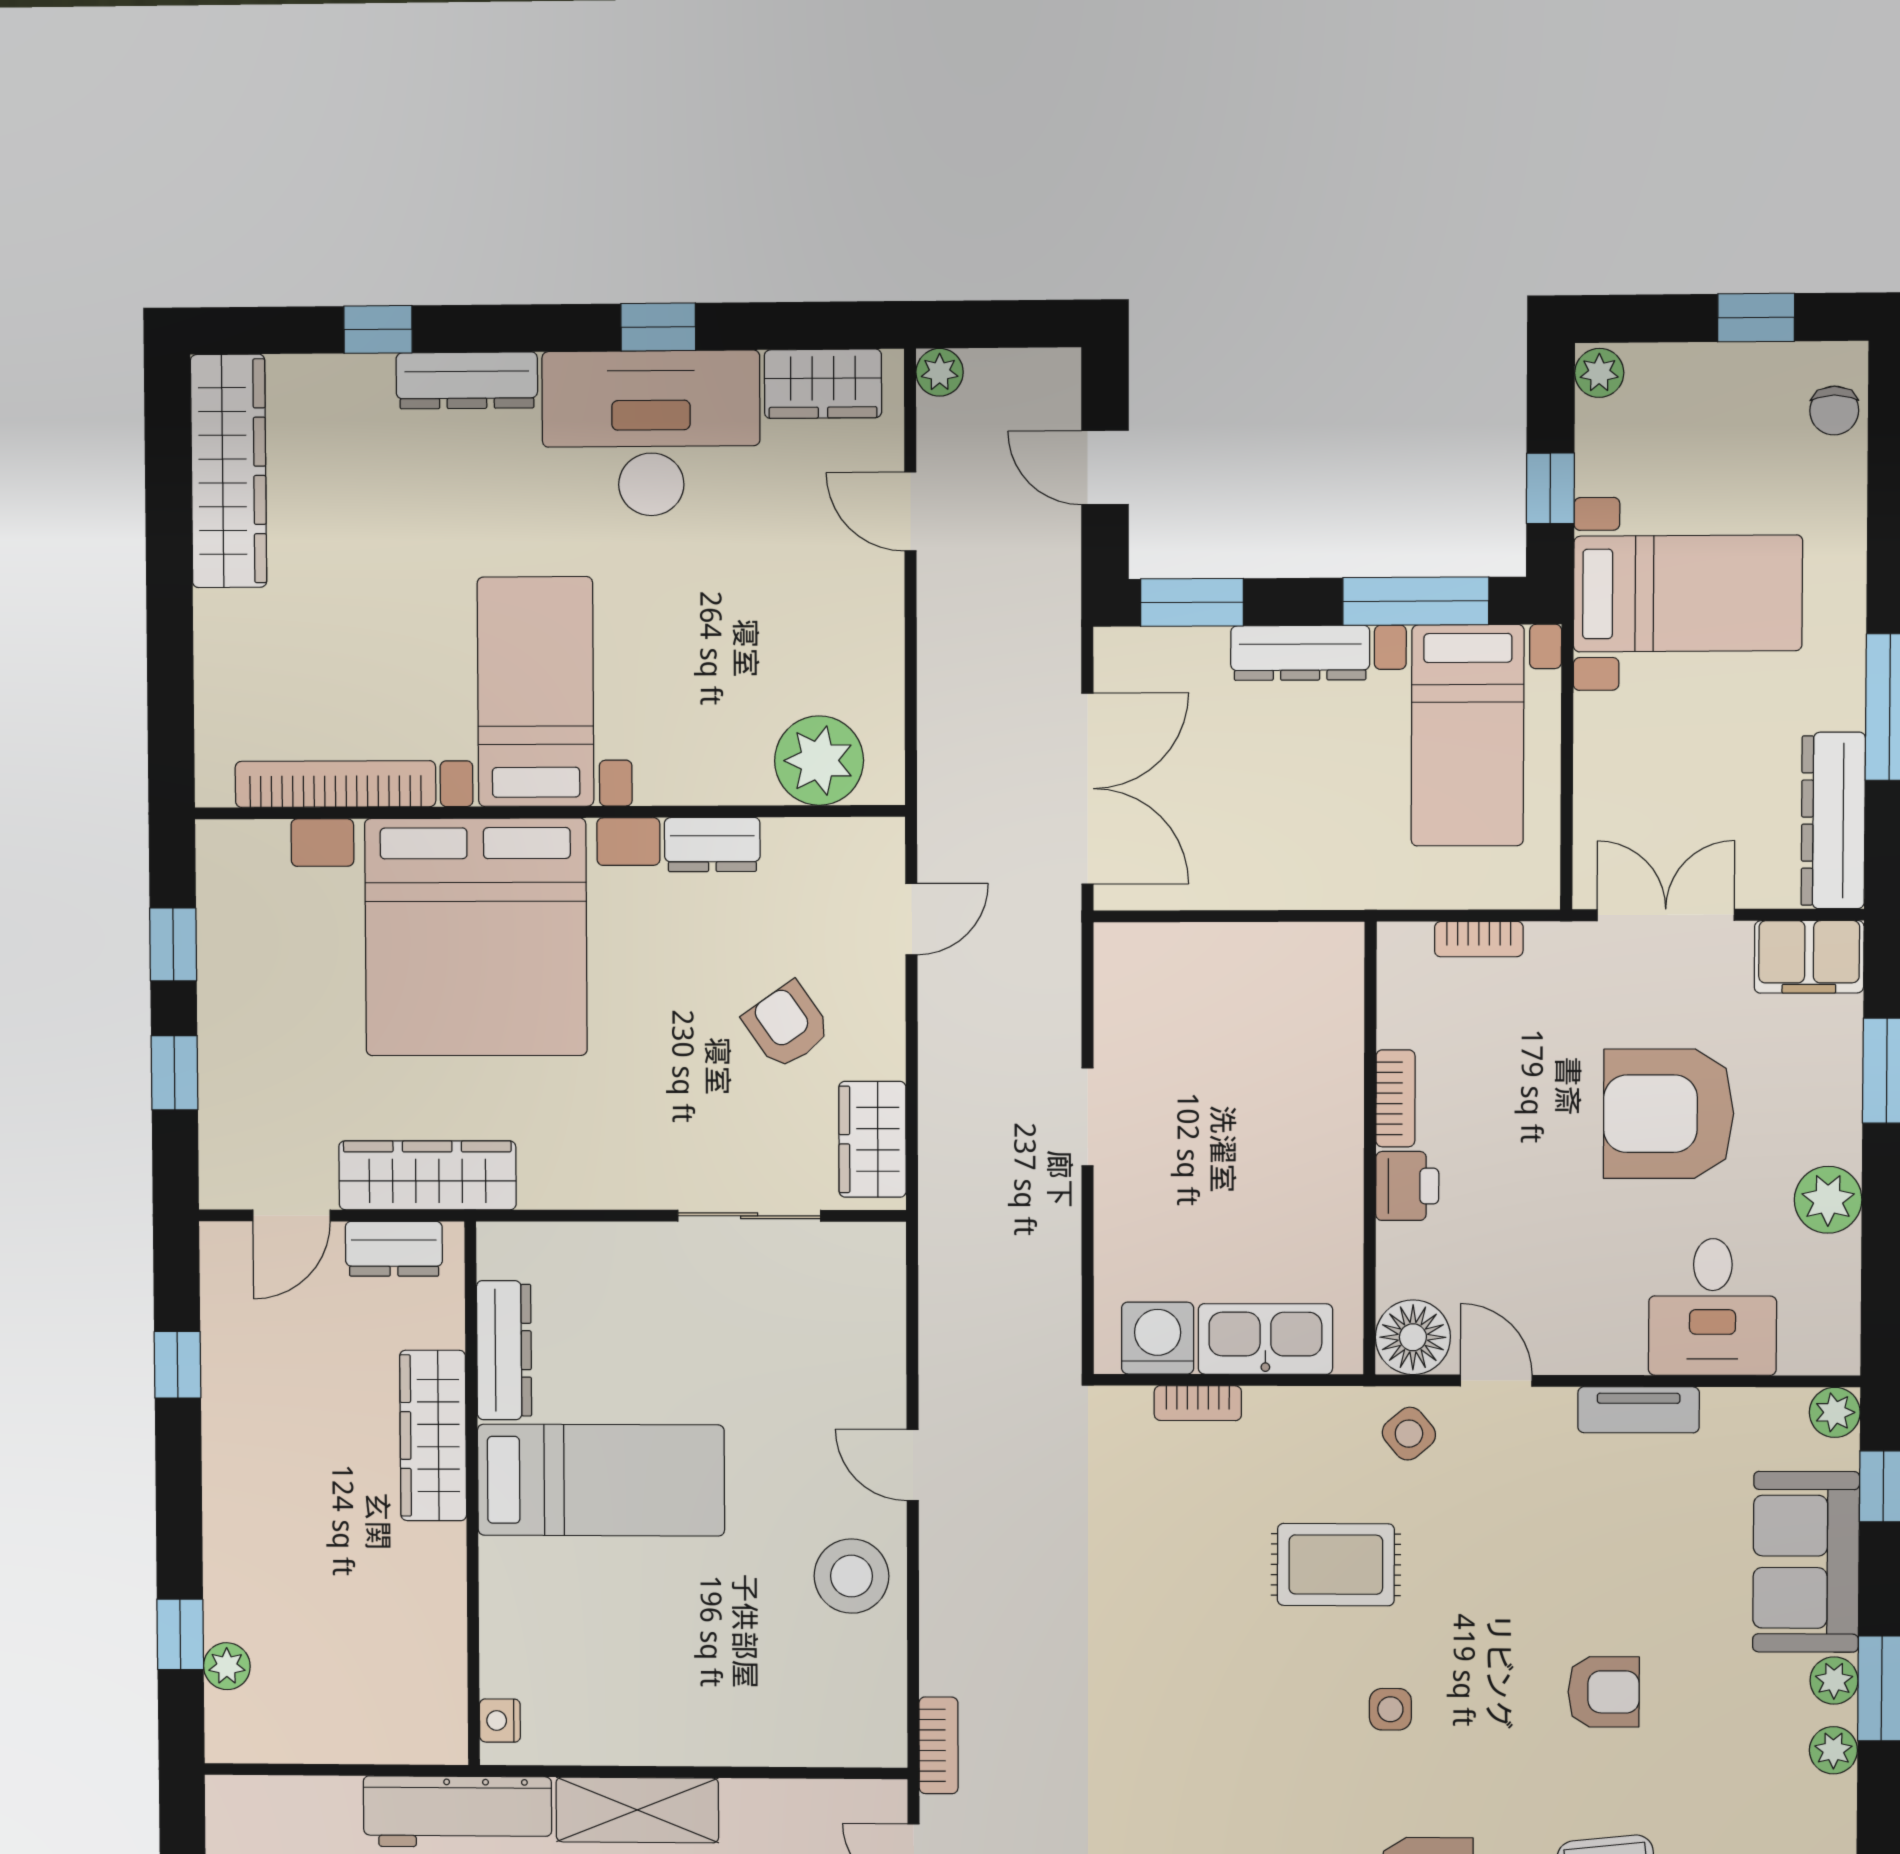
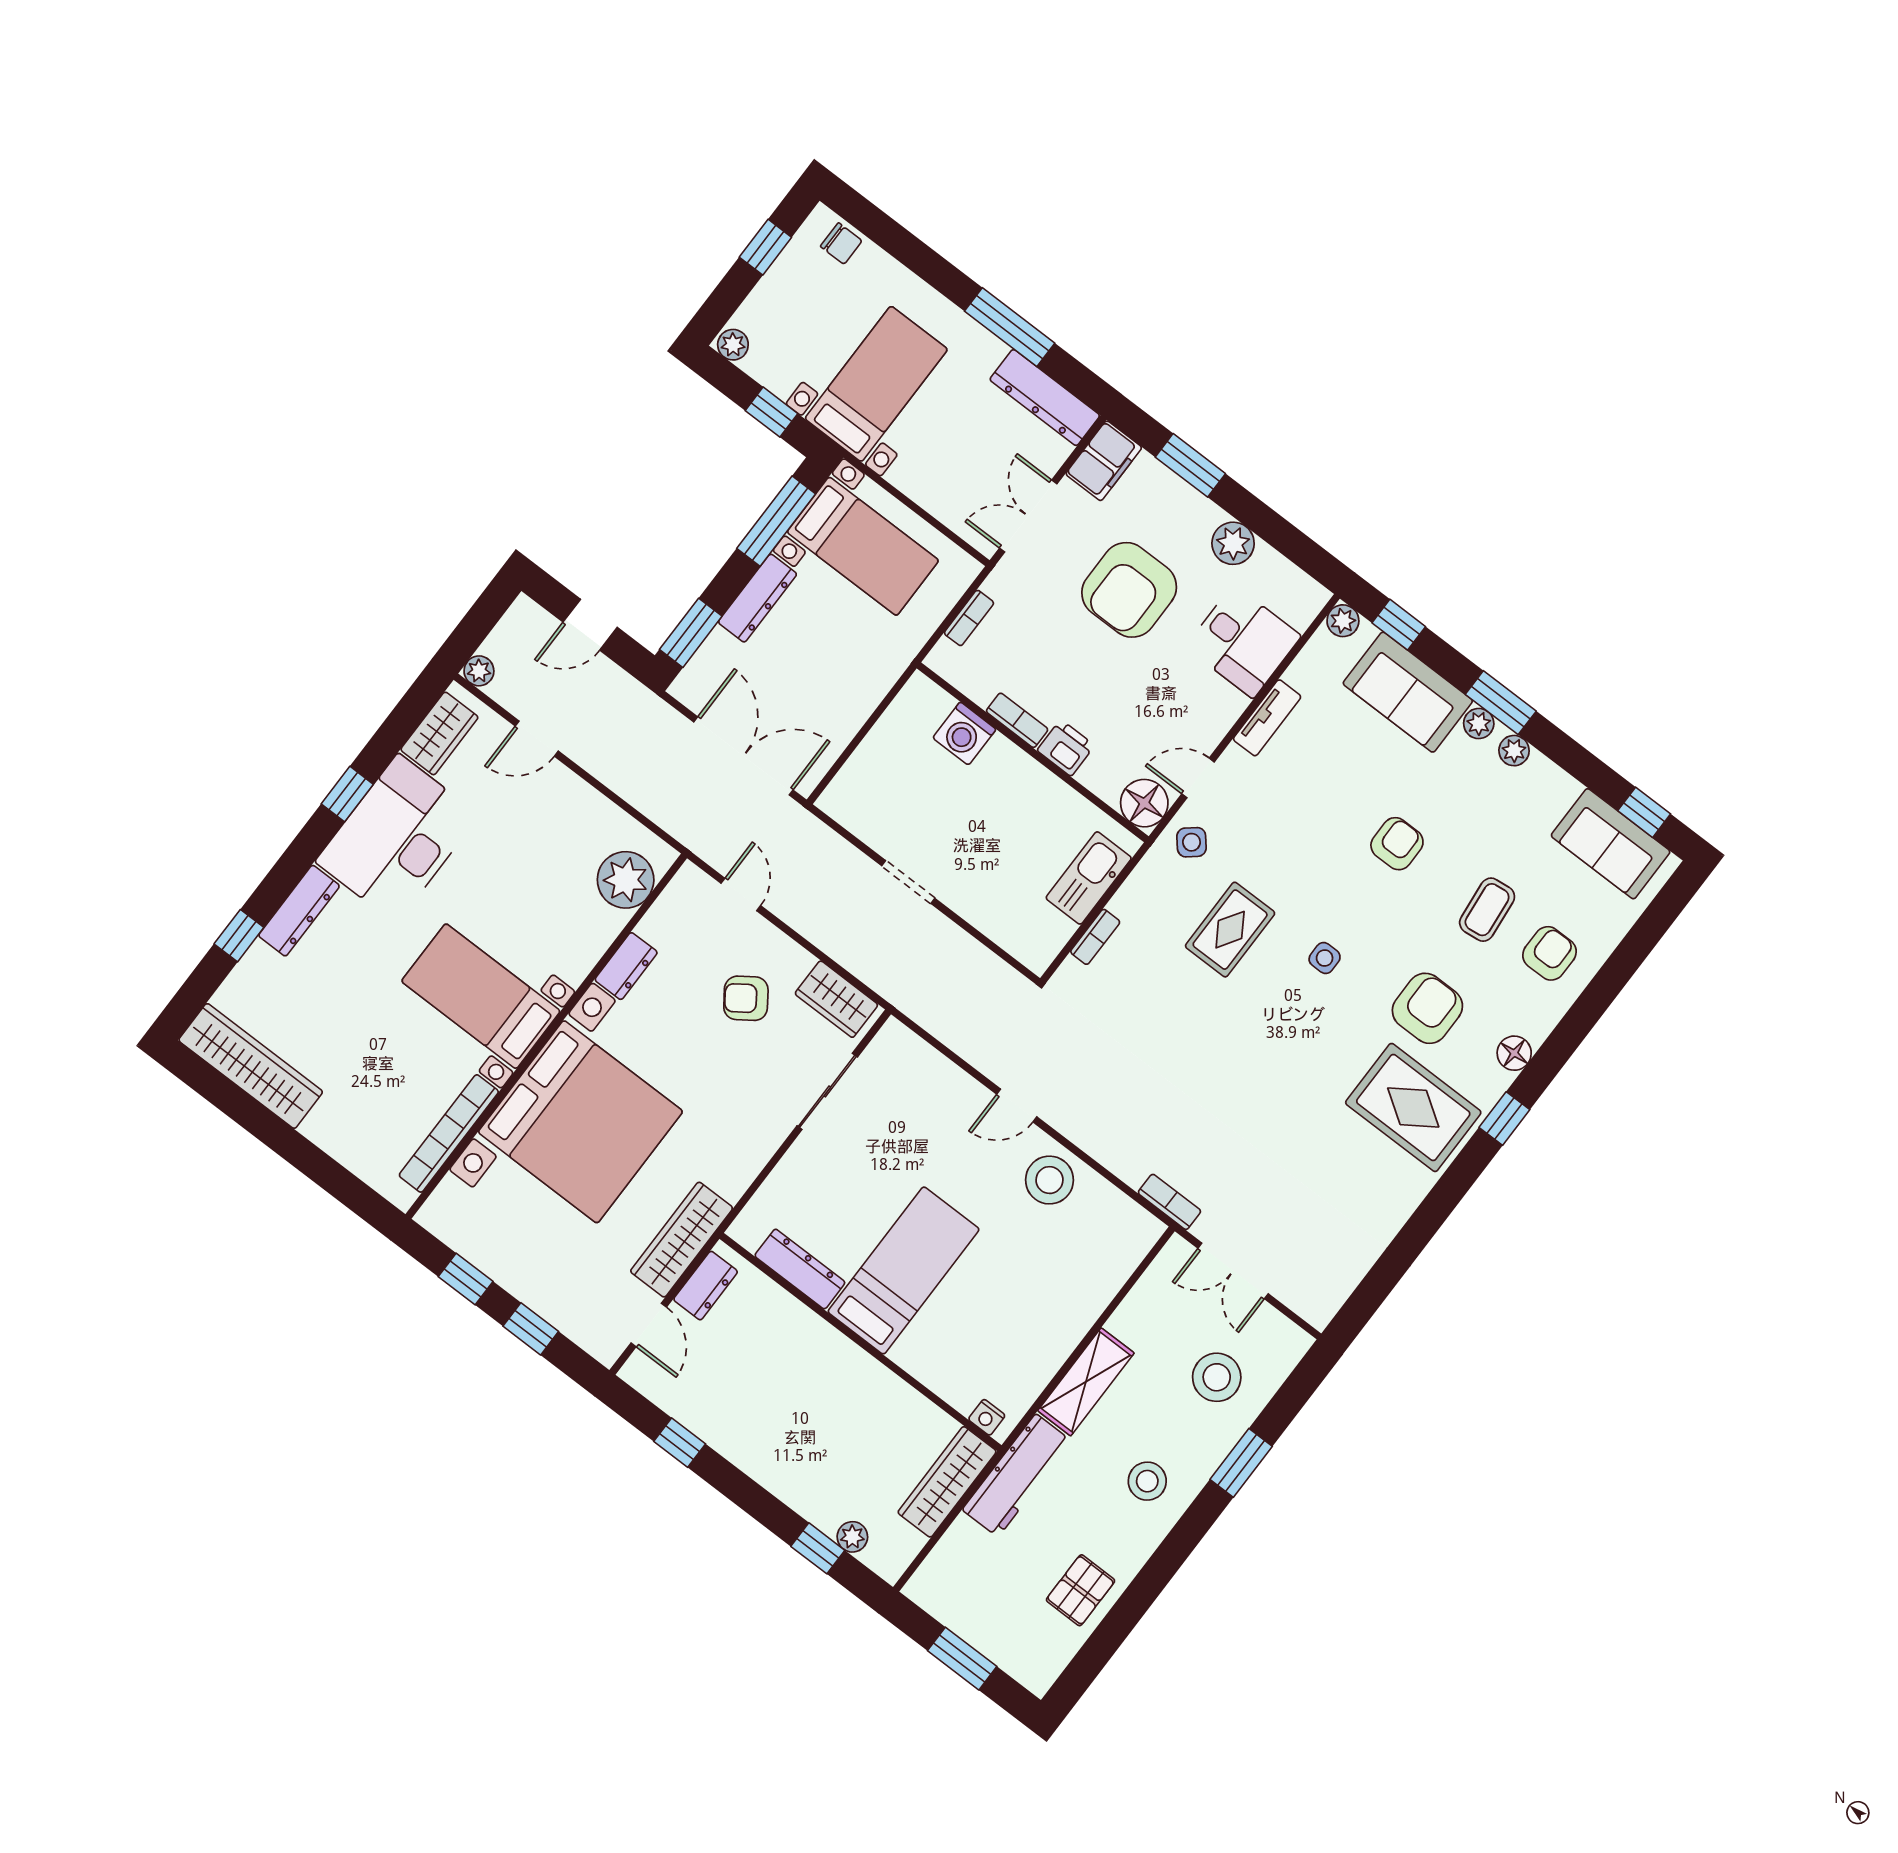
washing machine: (1158, 1338) -> (964, 734), moved, turned -90
wardrobe: (433, 1436) -> (947, 1482), moved, turned 90

